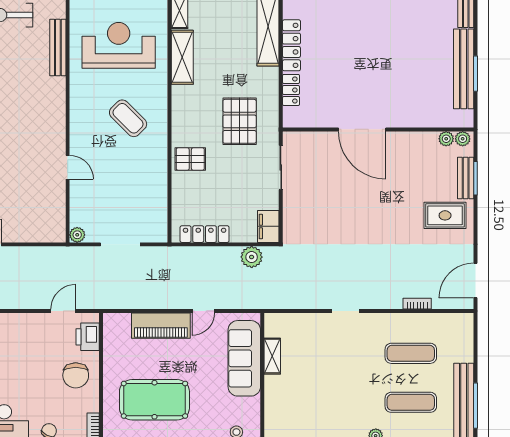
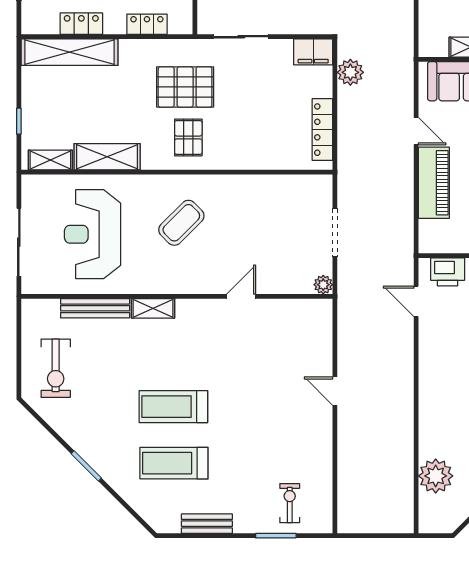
locker: (291, 45) -> (81, 24), width x0.66
shelving: (58, 95) -> (153, 308), added
pallet: (190, 159) -> (188, 137), moved

